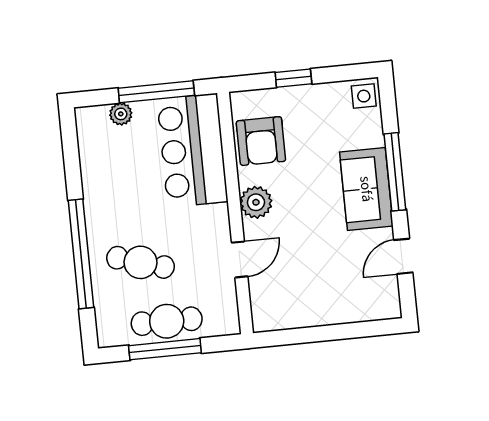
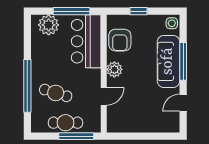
plant: (121, 114) -> (49, 25), width x1.87, depth x1.87
sofa: (366, 189) -> (168, 61), width x1.36
window: (165, 349) -> (76, 136), moved

